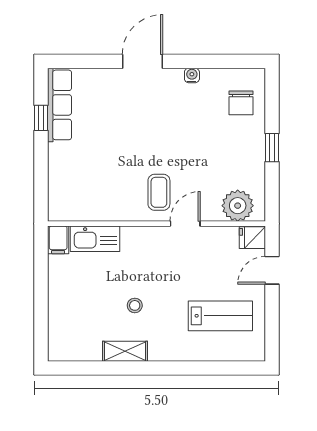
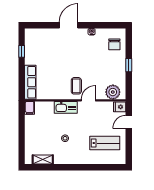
row of seats: (60, 105) -> (30, 82), moved
kitchen sink: (95, 239) -> (66, 107), moved
shelving: (125, 351) -> (43, 159), moved

